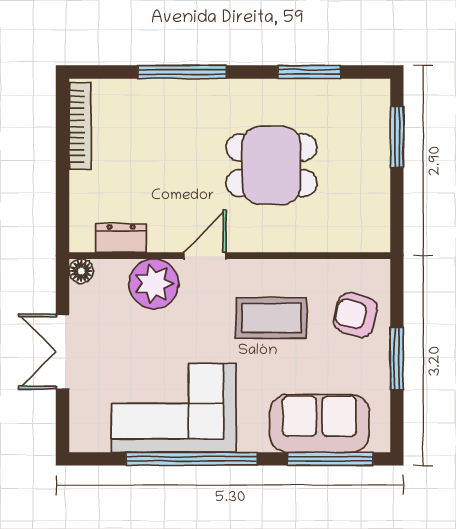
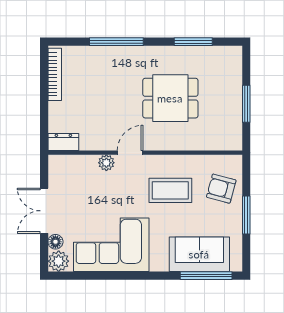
window: (397, 137) -> (246, 104), moved
dresser: (121, 238) -> (63, 142), moved
floor lamp: (81, 271) -> (55, 242), moved
plant: (154, 284) -> (106, 163), width x0.53, depth x0.53
plant: (86, 435) -> (59, 261), added
window: (192, 459) -> (122, 276), removed

